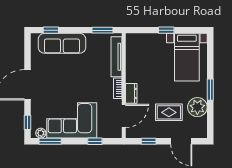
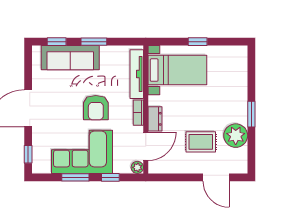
window: (102, 30) -> (94, 42), moved
bed with nightstands: (187, 57) -> (177, 70), moved, turned -90
armchair: (83, 84) -> (96, 108), added
plant: (41, 133) -> (137, 167), moved
window: (50, 141) -> (75, 177), moved
window: (149, 141) -> (176, 177), removed

